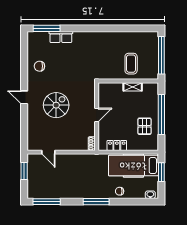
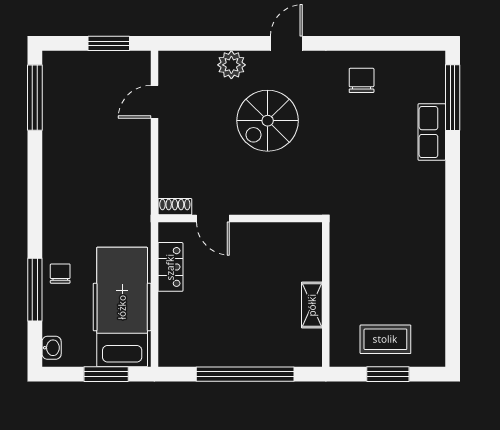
window: (161, 55) -> (388, 374), width x0.47
coffee table: (131, 64) -> (385, 339), moved
spiral stairs: (56, 105) -> (268, 121), turned 90
door: (97, 115) -> (213, 218), moved
plant: (33, 120) -> (231, 65), added
pallet: (144, 126) -> (217, 334), removed
window: (96, 202) -> (35, 290), moved

